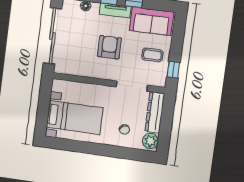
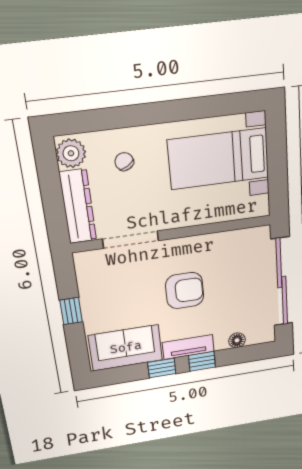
armchair: (109, 47) -> (185, 291), turned -90
coffee table: (152, 55) -> (110, 299), removed
window: (173, 70) -> (71, 311), moved

